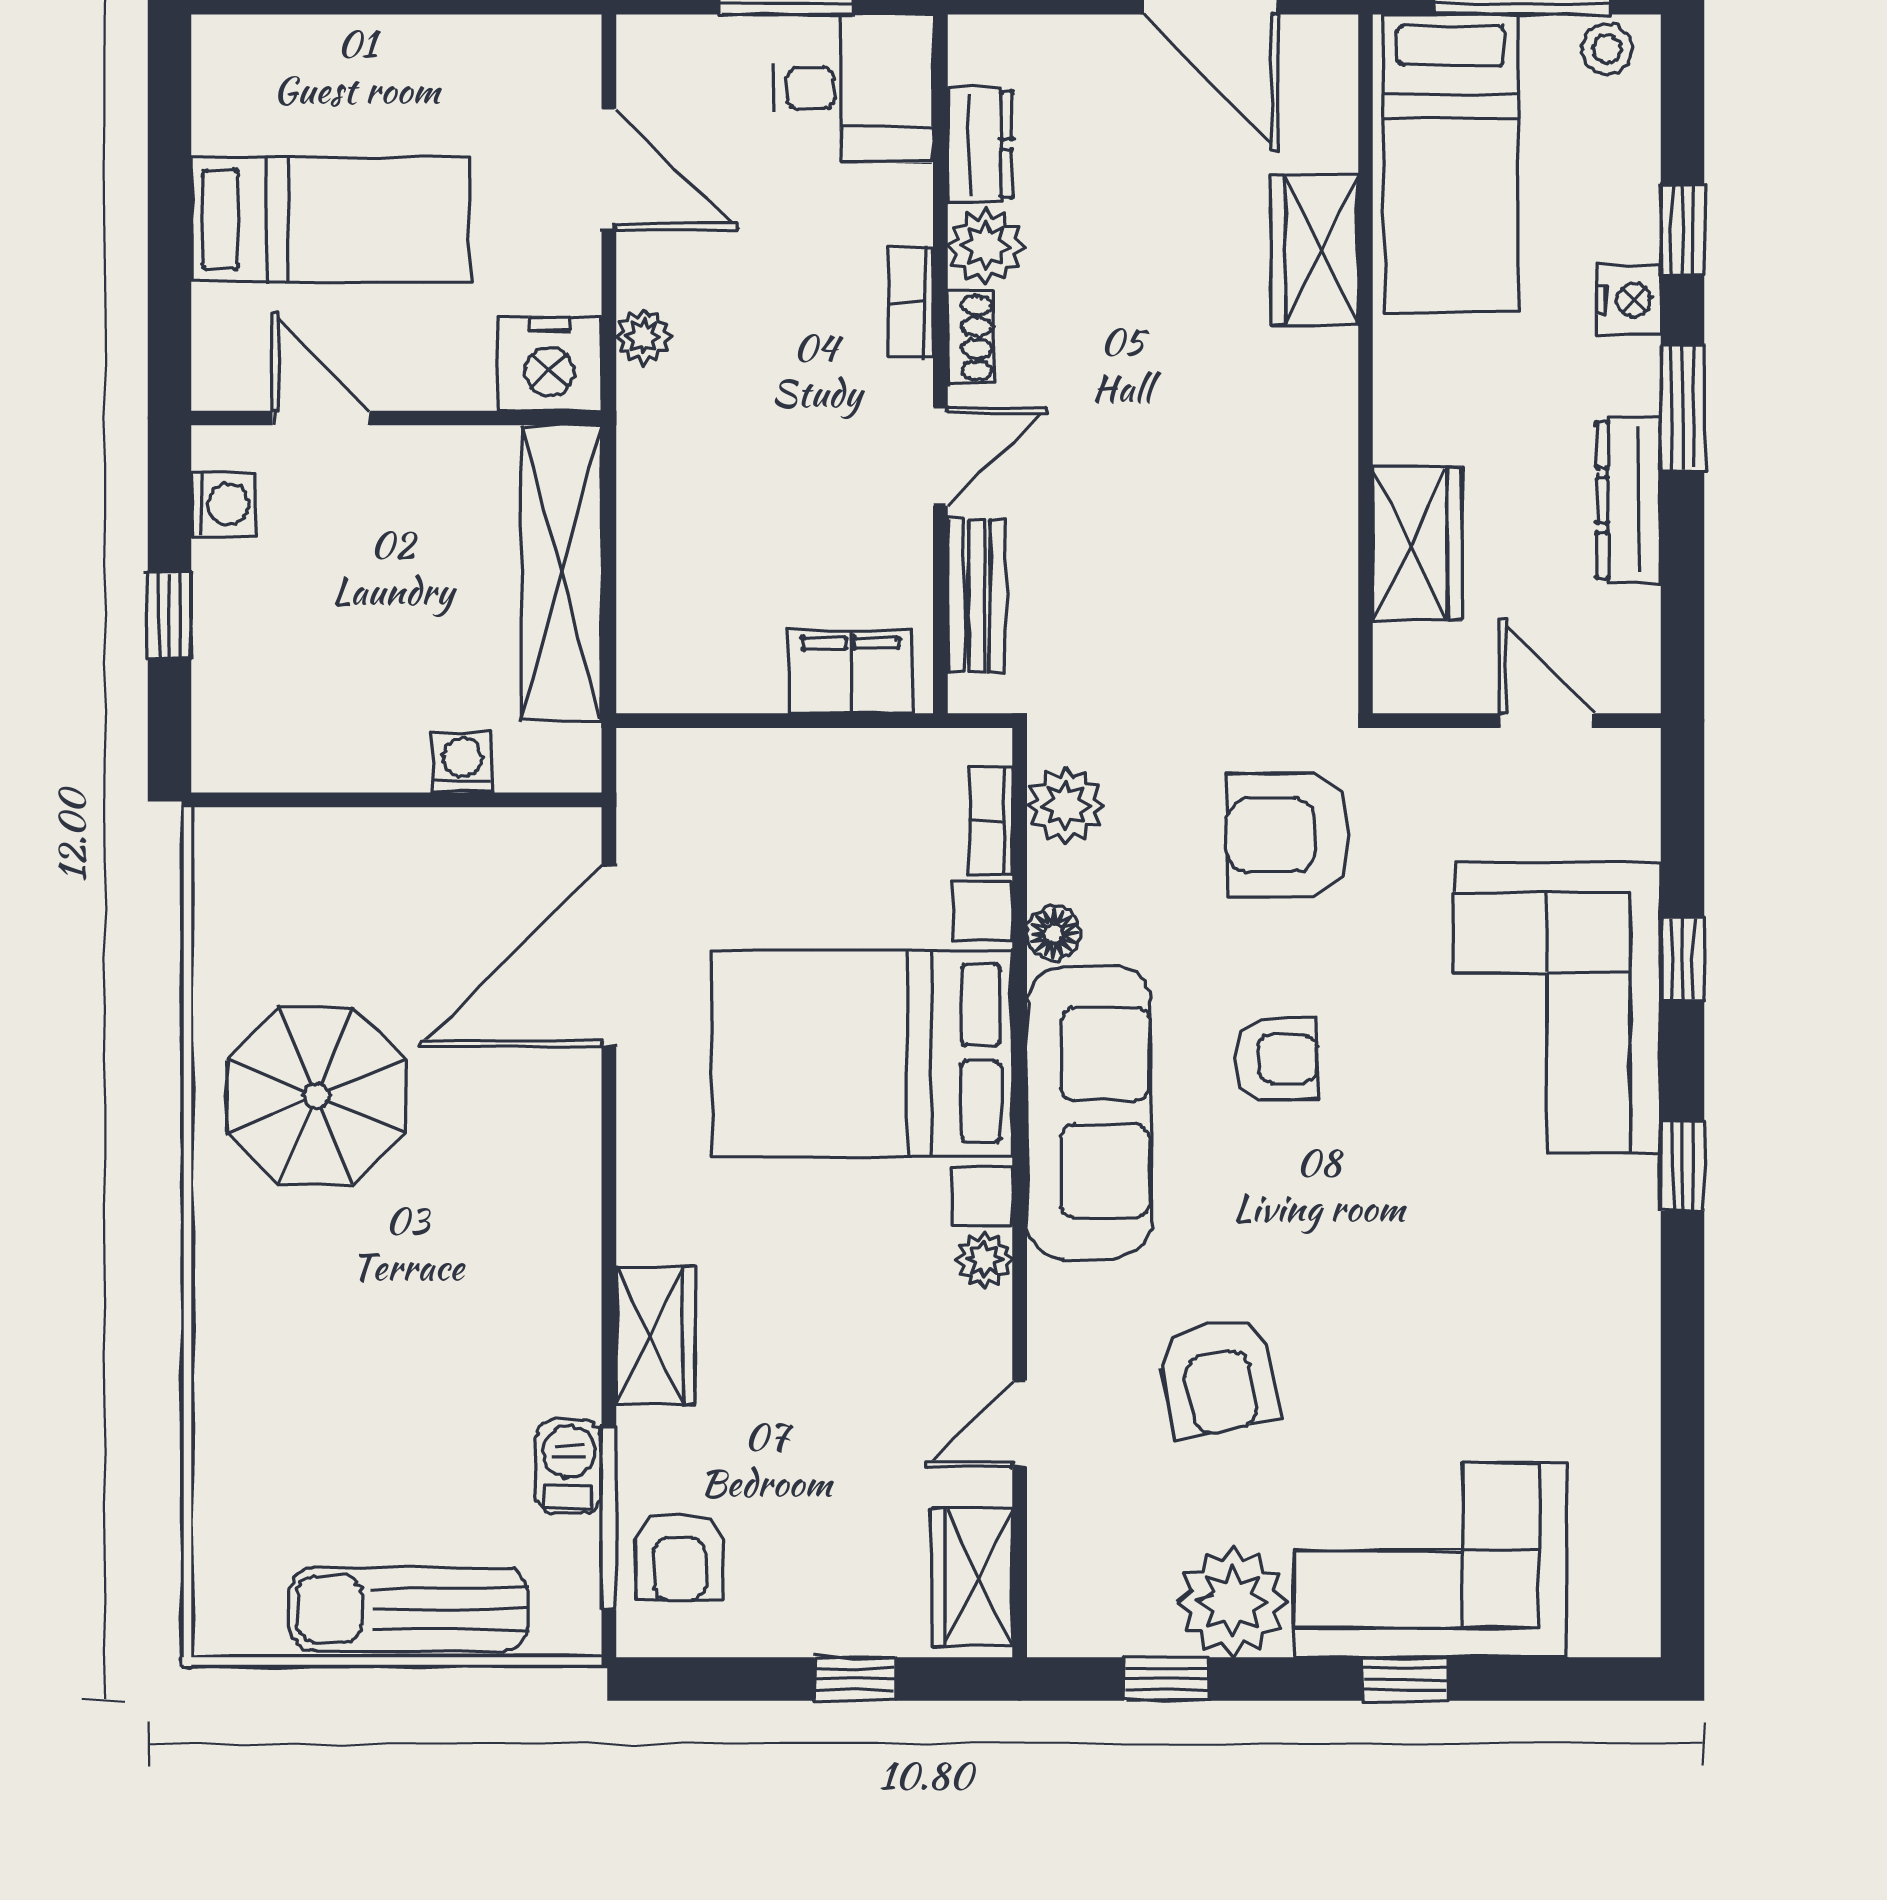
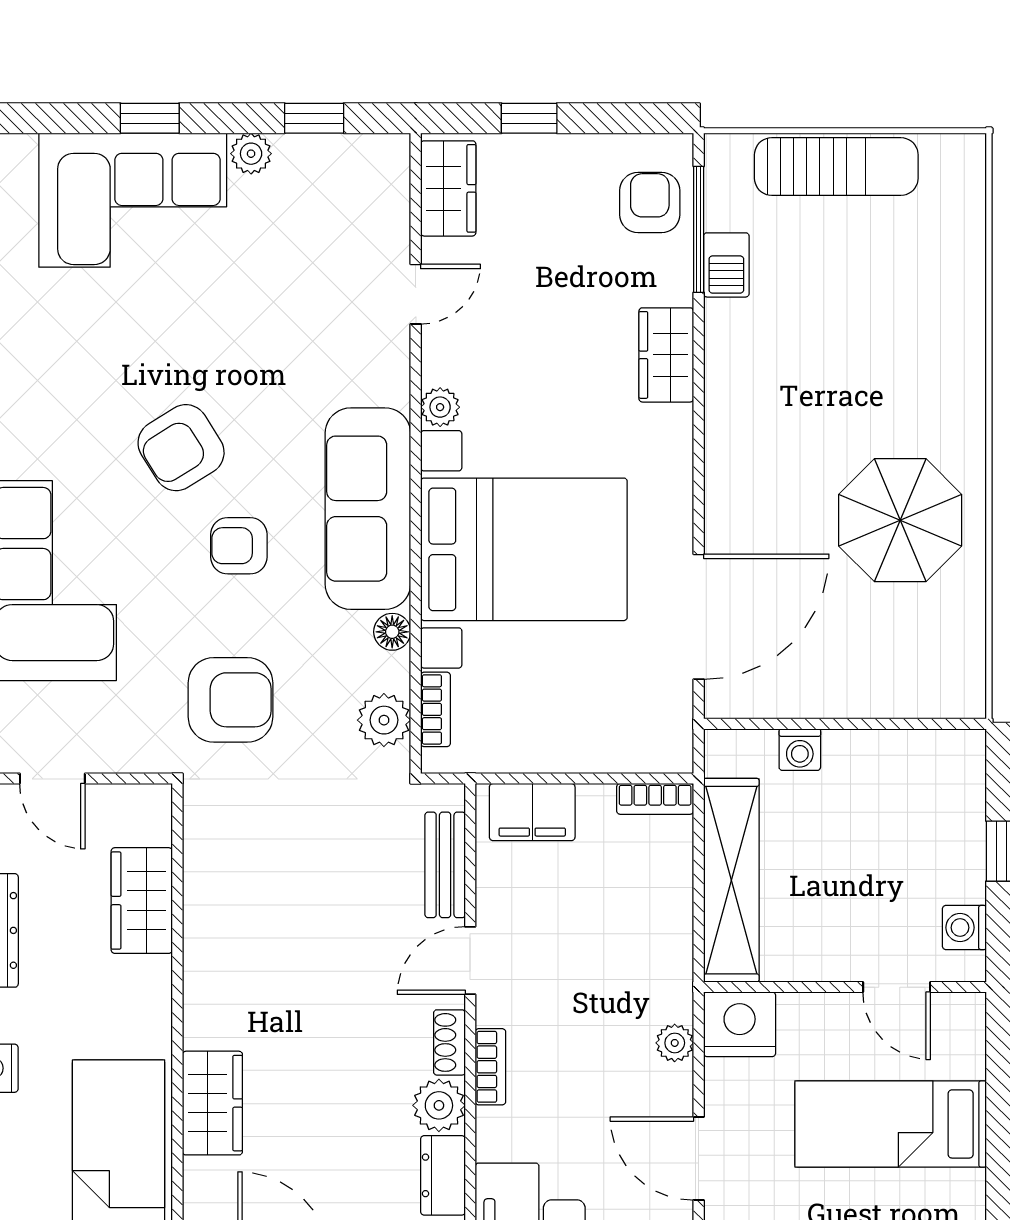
bookcase: (672, 691) -> (655, 799), added
armchair: (1218, 1377) -> (181, 448), moved, turned -111
plant: (1233, 1602) -> (251, 154), width x0.53, depth x0.53

